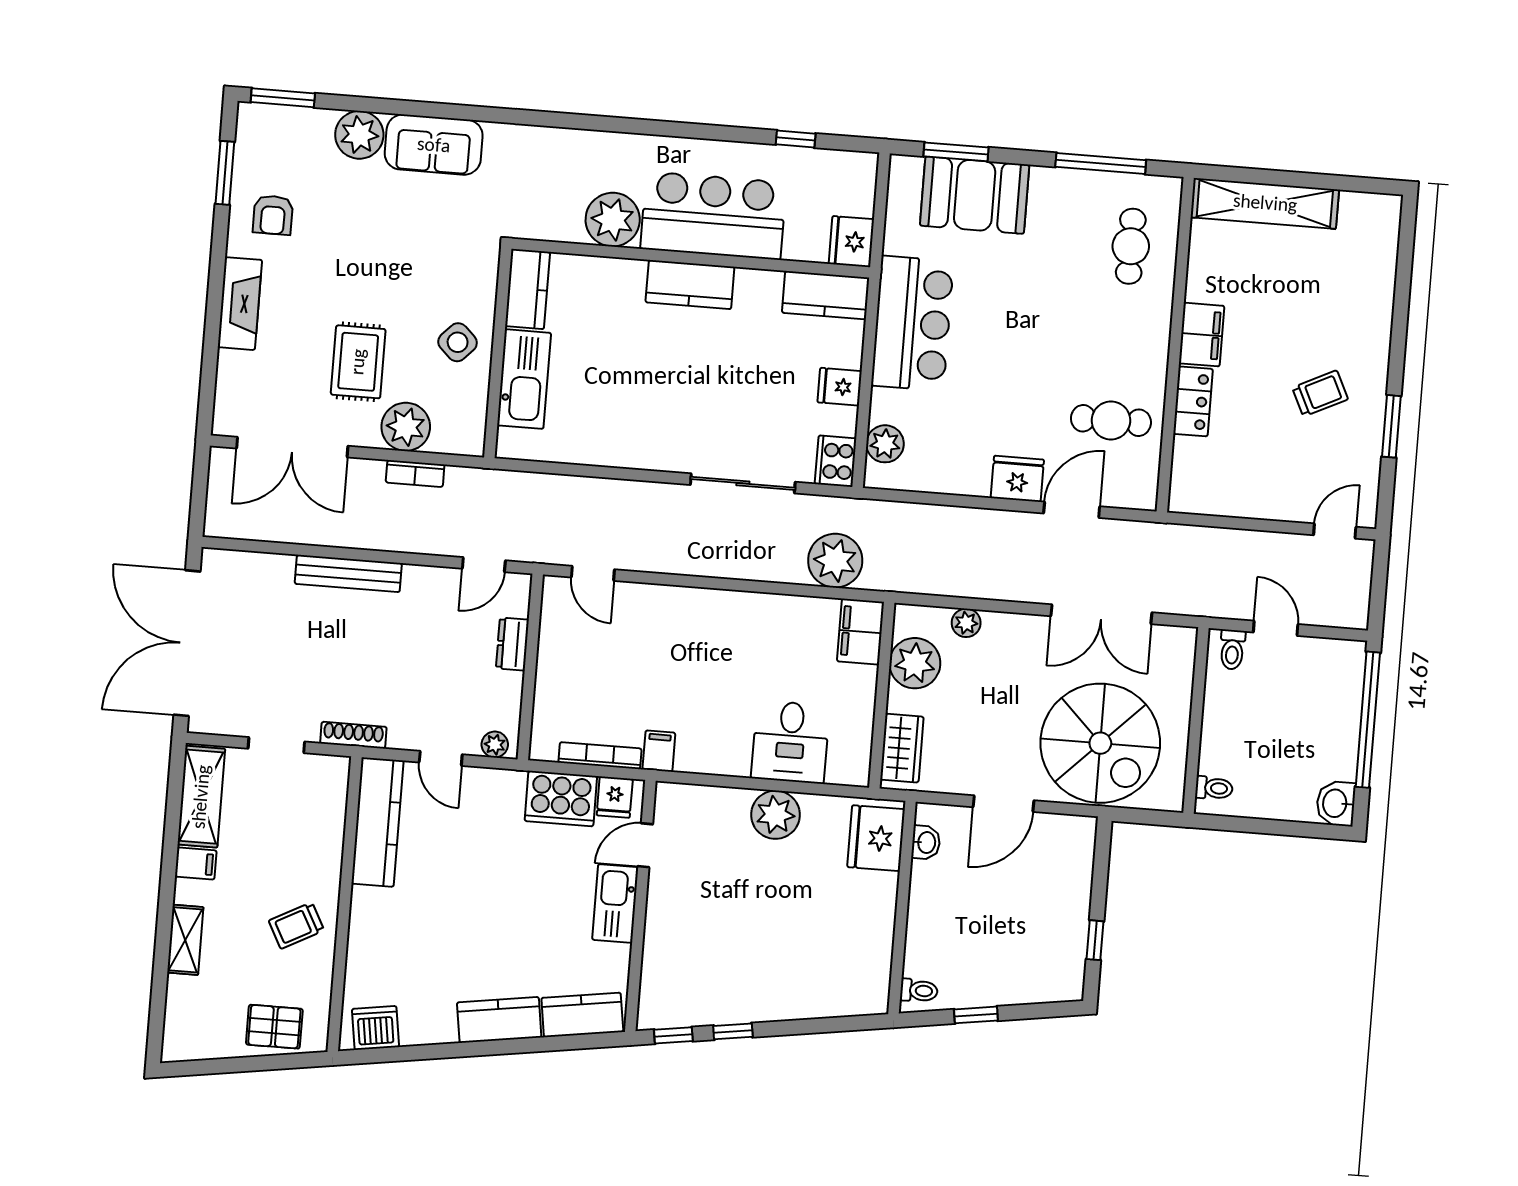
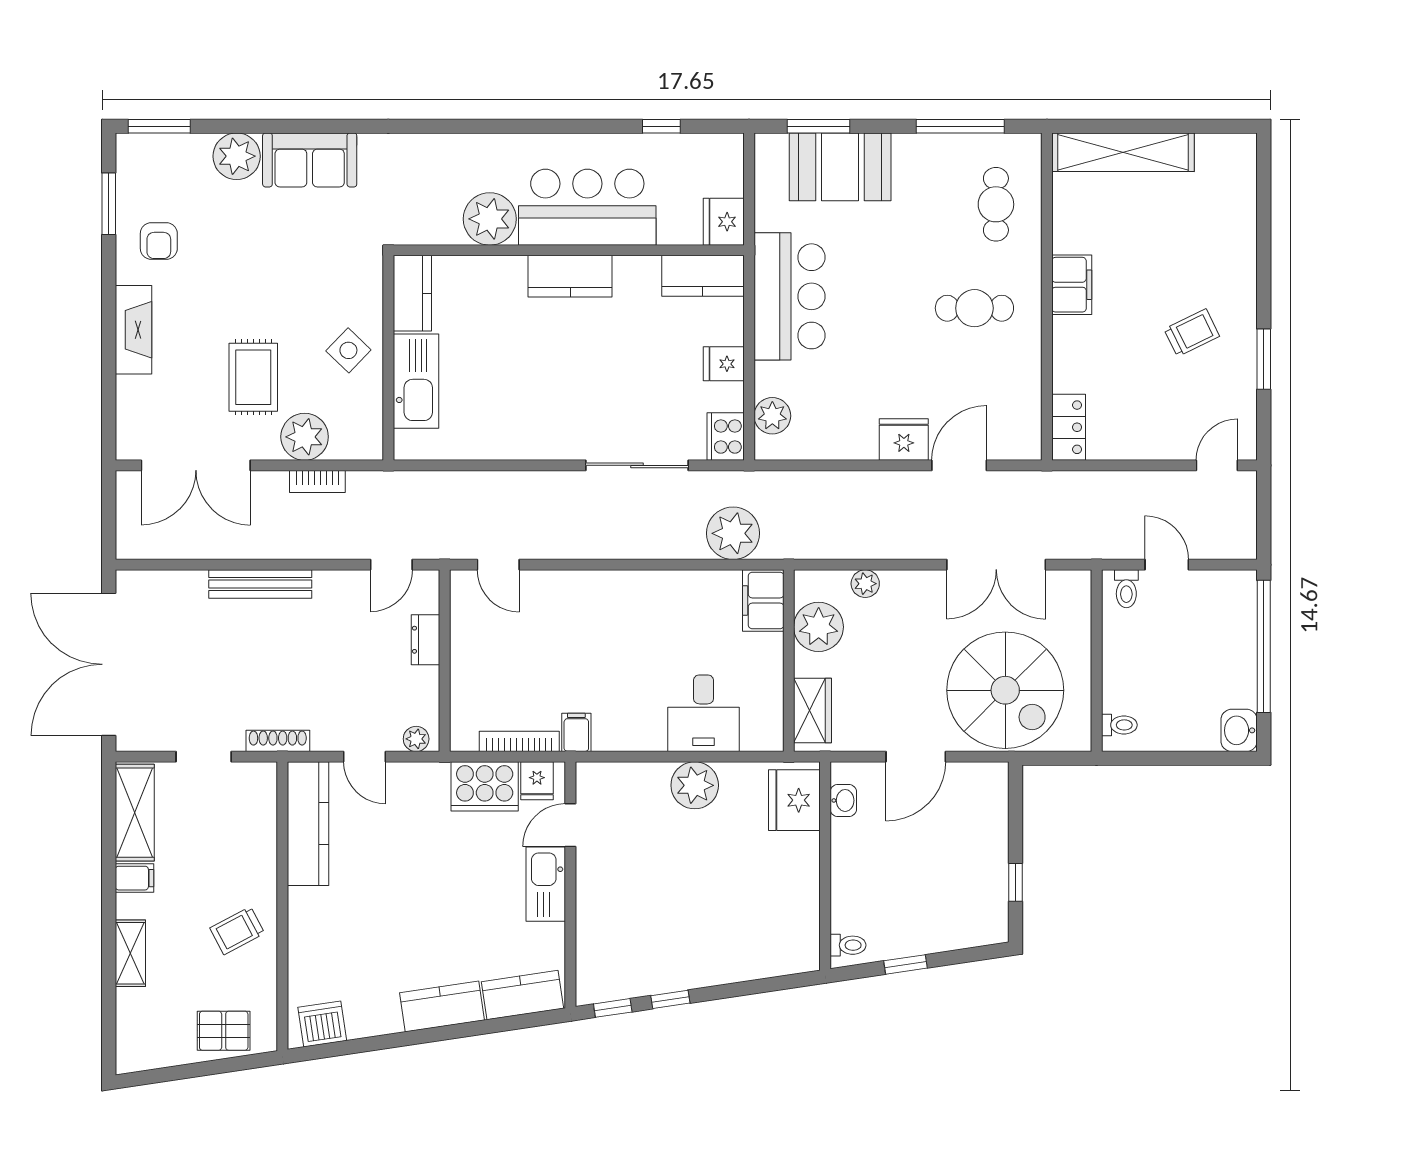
locker: (1193, 401) -> (1069, 427), moved
cafe table: (1111, 420) -> (974, 308), moved

